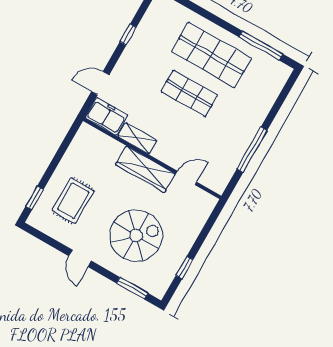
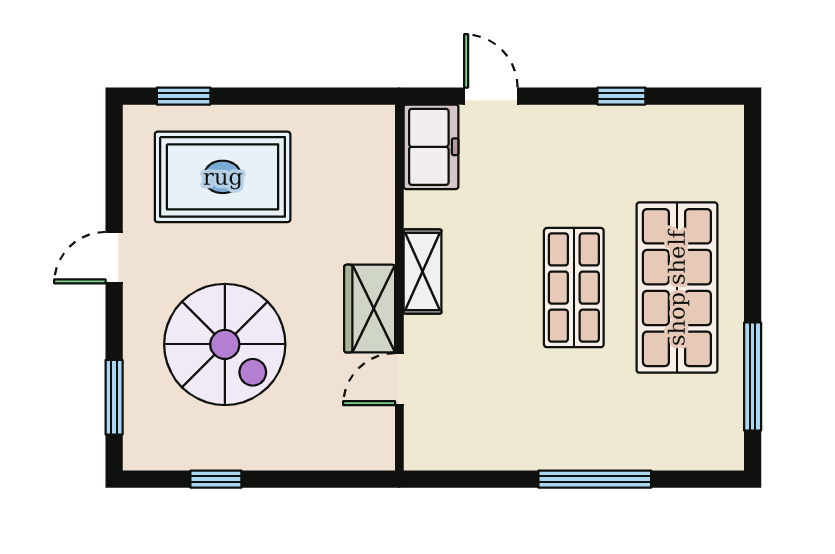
shelving: (137, 138) -> (422, 271), moved
window: (252, 150) -> (595, 479), moved
wardrobe: (145, 169) -> (370, 309), width x0.67
door: (186, 178) -> (399, 379), swing flipped
rug: (73, 201) -> (223, 177), width x1.36, depth x1.43

